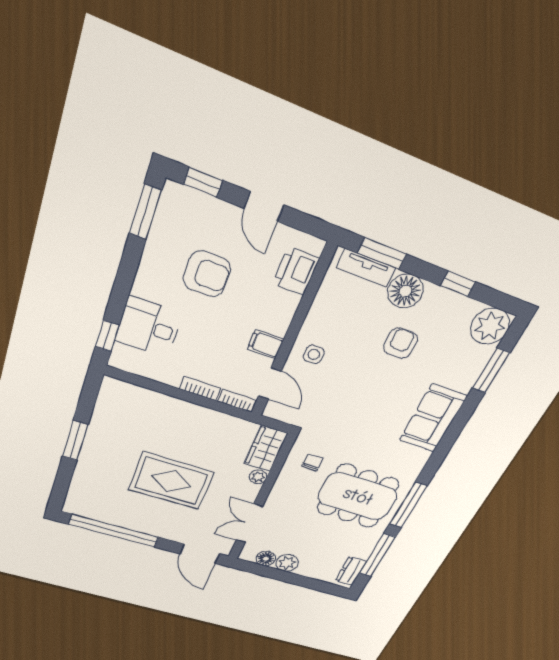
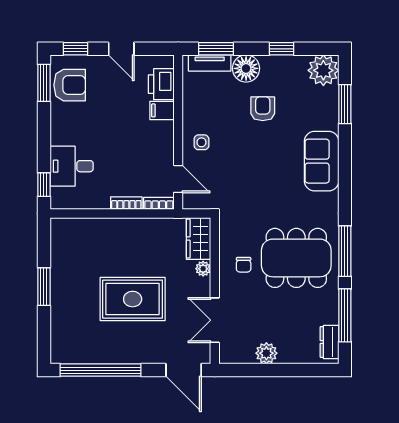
armchair: (207, 274) -> (70, 85), moved
filing cabinet: (266, 344) -> (162, 110), moved
chair: (312, 463) -> (244, 265), moved, turned 180
floor lamp: (266, 559) -> (245, 355), removed

